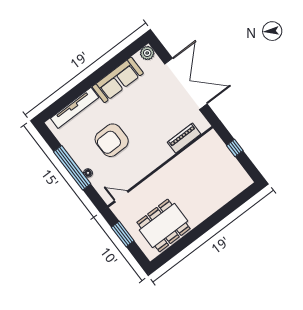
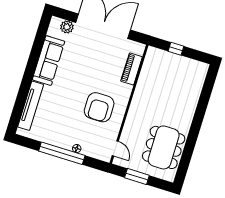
plant: (147, 53) -> (67, 27), moved
armchair: (112, 140) -> (99, 107), moved
door: (121, 197) -> (115, 148), swing flipped

